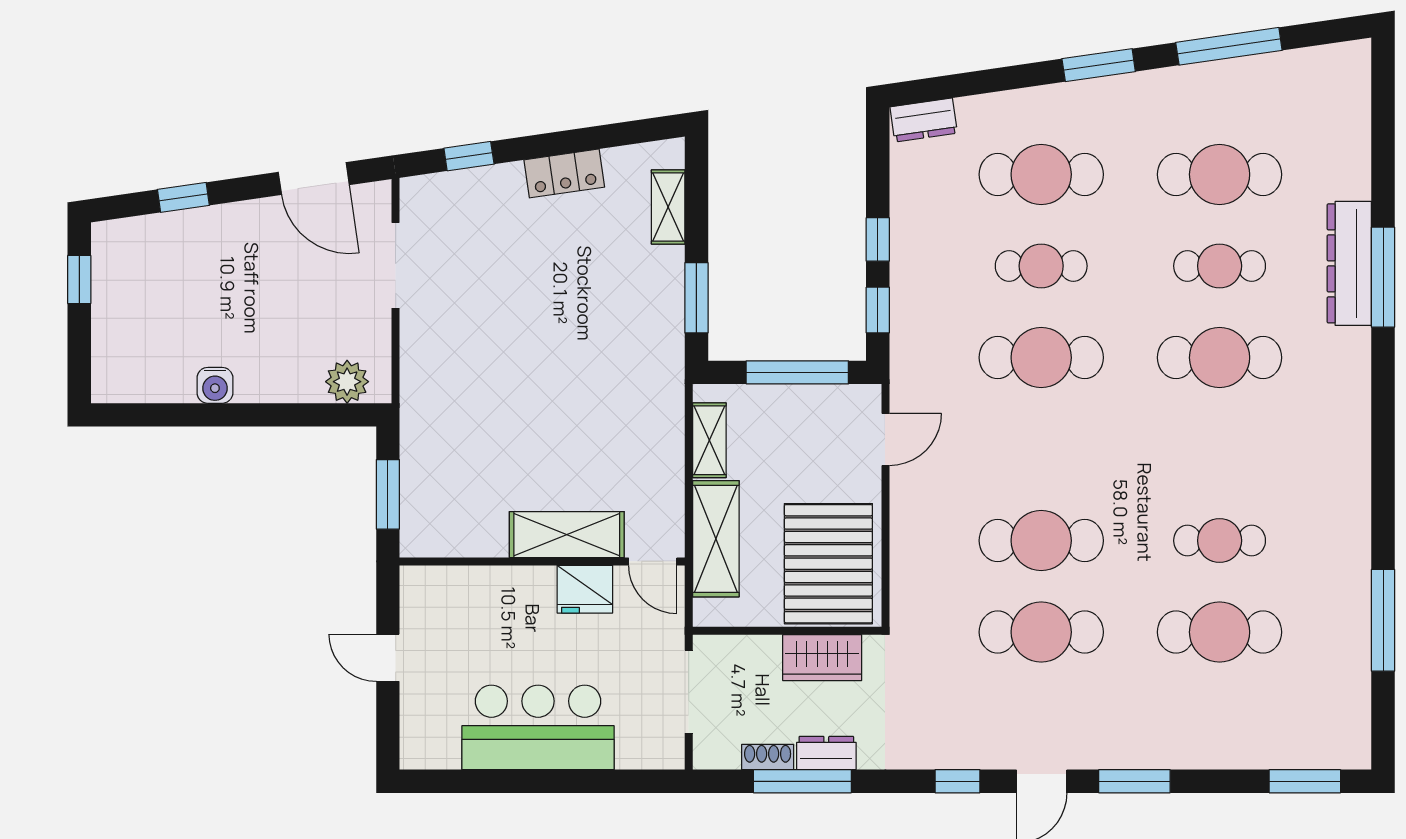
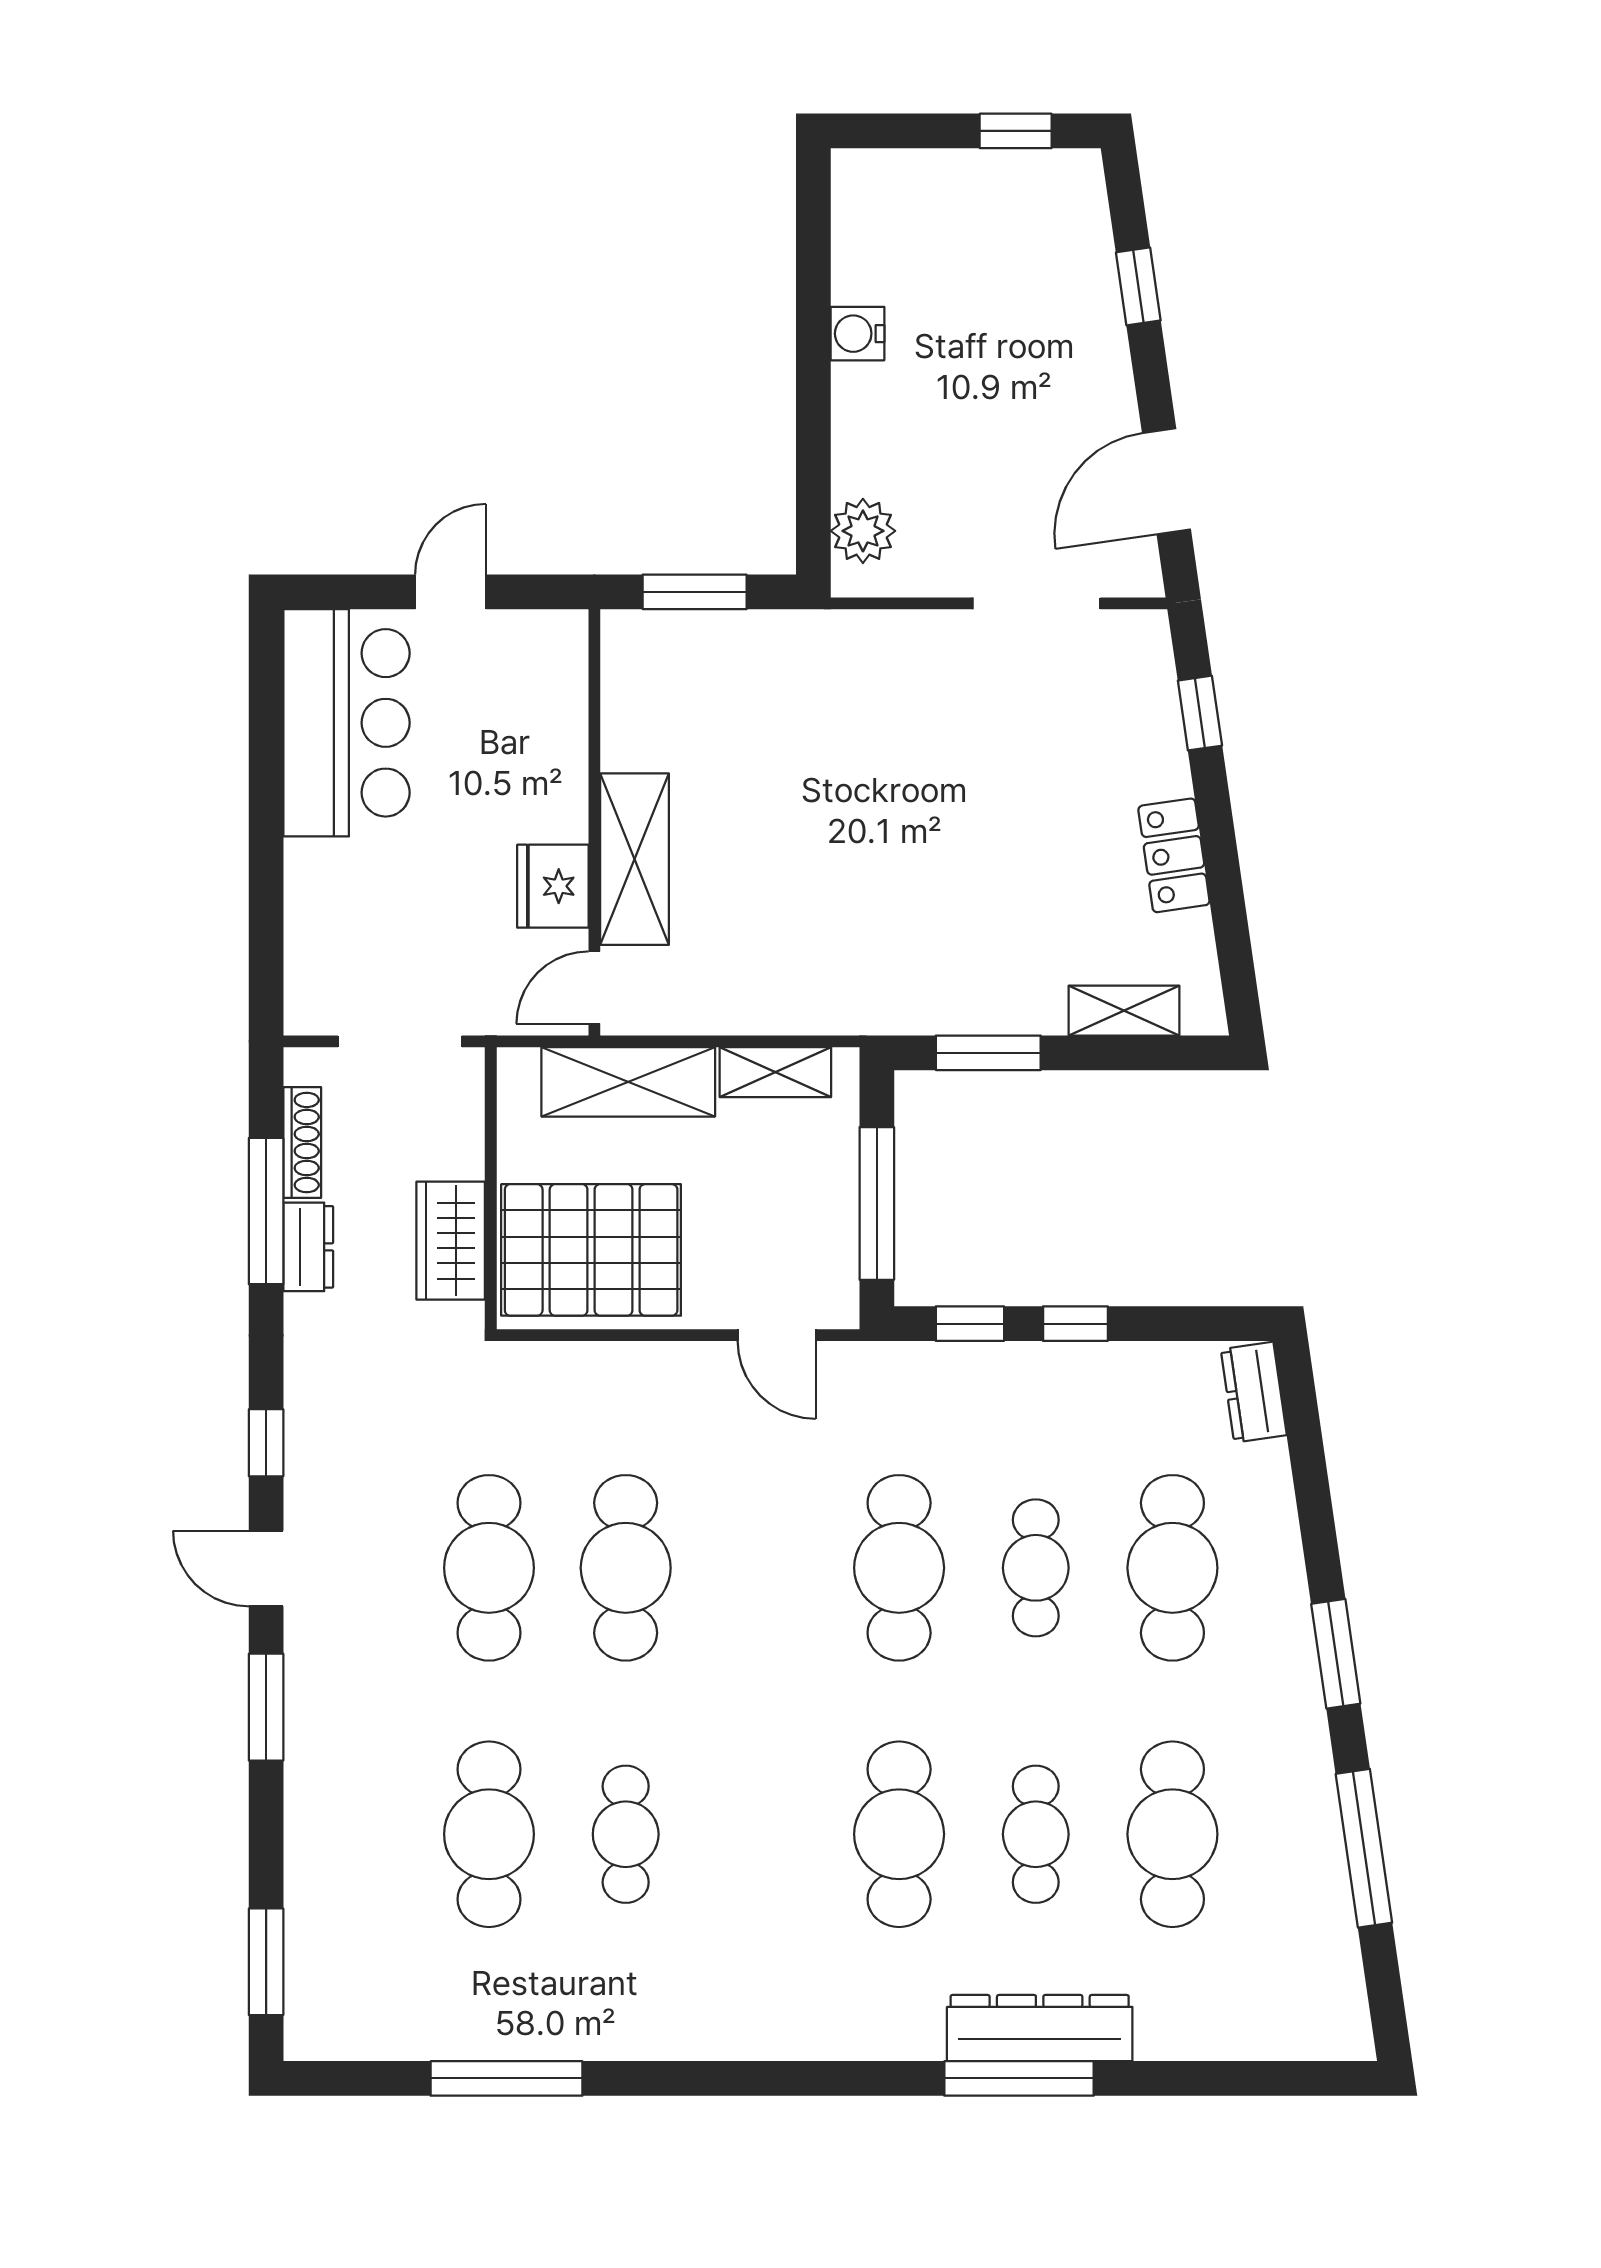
bar counter: (538, 727) -> (346, 723), moved
shoe rack: (768, 757) -> (302, 1142), width x1.43

